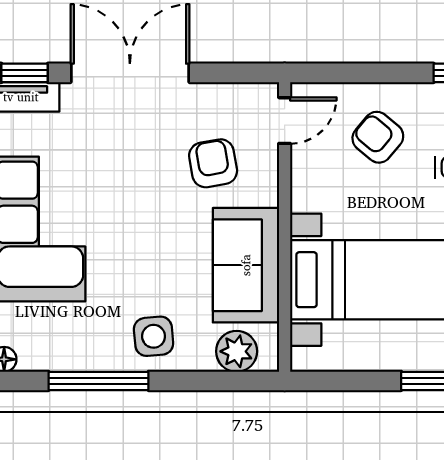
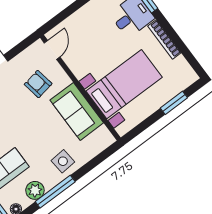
armchair: (378, 137) -> (90, 31), removed
plant: (237, 351) -> (35, 190), moved

